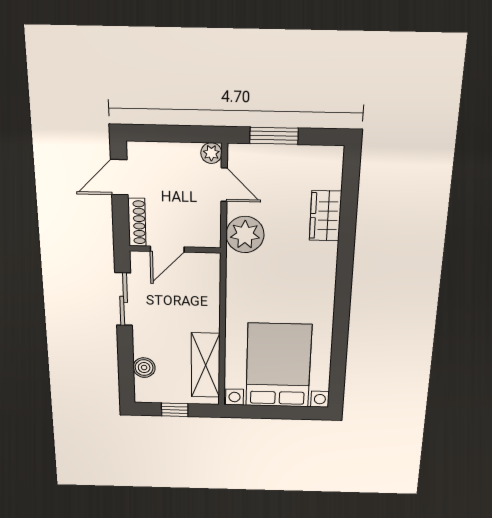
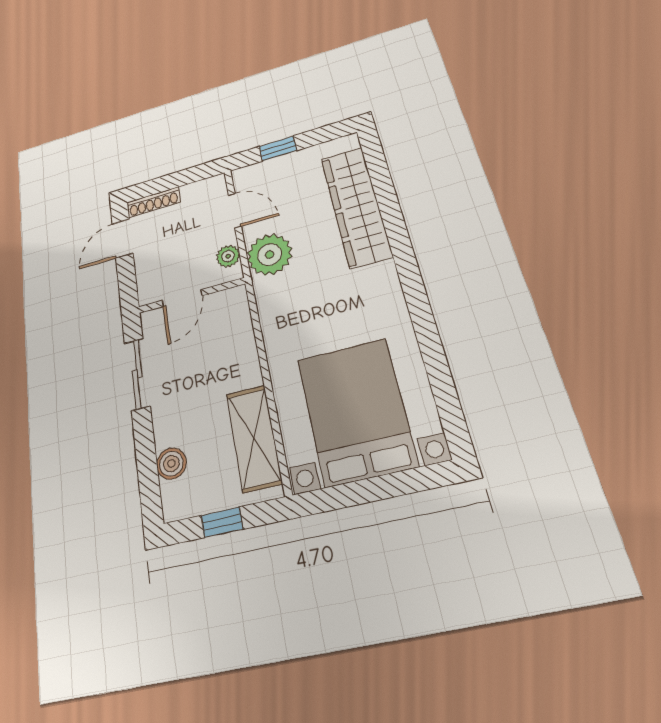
window: (274, 136) -> (278, 148), width x0.67
plant: (211, 153) -> (228, 256), moved
wardrobe: (325, 216) -> (356, 206), width x2.10, depth x1.17
shoe rack: (137, 222) -> (154, 202), moved, turned 90

